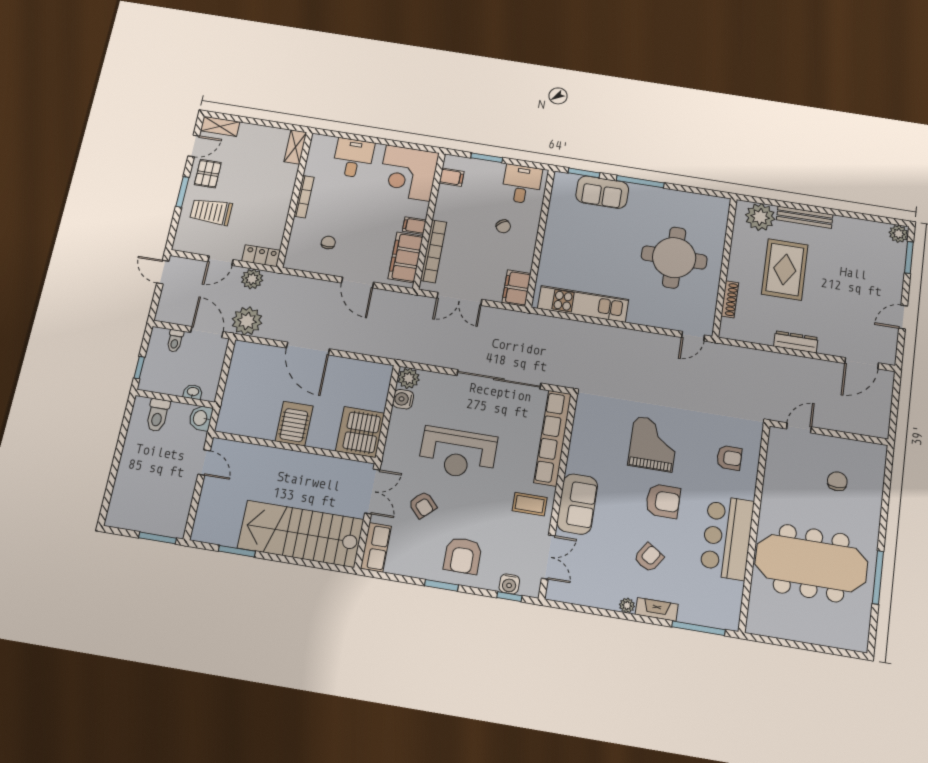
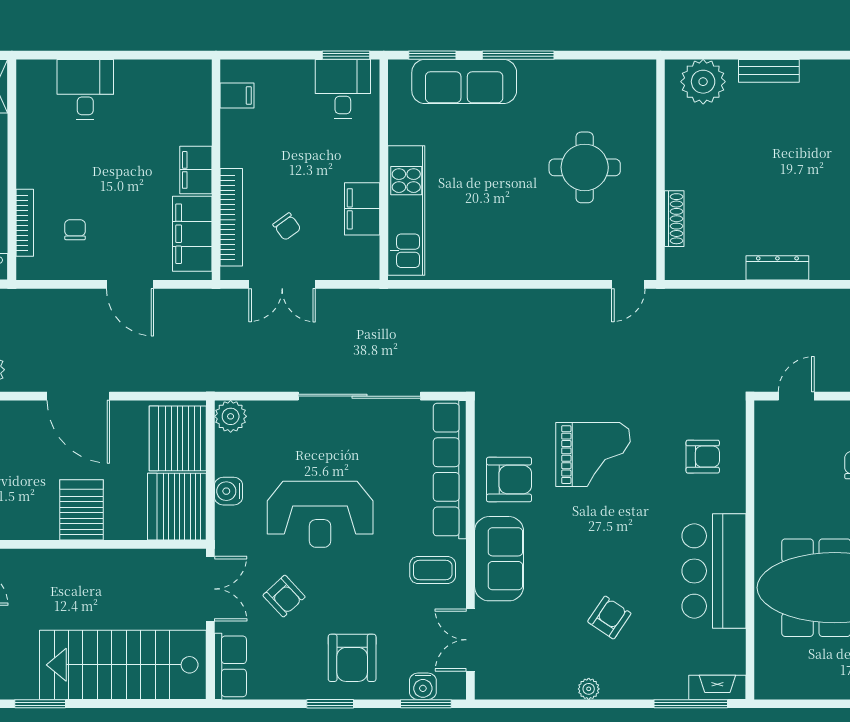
window: (487, 158) -> (346, 55), moved
corner desk: (408, 173) -> (171, 100), removed
sofa: (602, 192) -> (464, 82), width x1.36
bookcase: (304, 197) -> (25, 223), moved
bench: (805, 217) -> (769, 71), width x0.73
filing cabinet: (414, 226) -> (196, 170), width x2.00
chair: (503, 226) -> (287, 227), moved
round table: (674, 258) -> (585, 167), width x0.73, depth x0.73
rug: (785, 269) -> (749, 159), removed
filing cabinet: (517, 288) -> (362, 209), moved
kitchen unit: (583, 304) -> (406, 210), moved, turned 90
server rack: (370, 387) -> (178, 438), added
water cooler: (403, 399) -> (229, 491), moved
grand piano: (653, 444) -> (593, 455), turned 90
armchair: (663, 501) -> (509, 480), moved
double door: (548, 557) -> (470, 640), swing flipped
window: (509, 597) -> (426, 704), width x1.50
fireplace: (657, 609) -> (717, 687), moved

